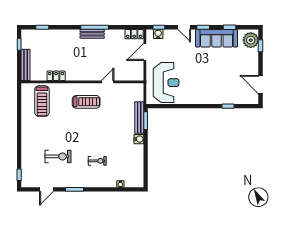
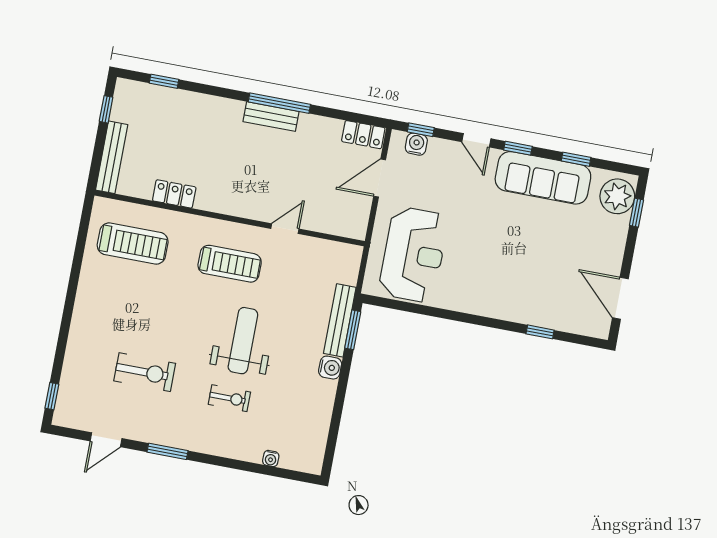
treadmill: (42, 101) -> (133, 244), turned -90
weight bench: (98, 134) -> (243, 341), added

